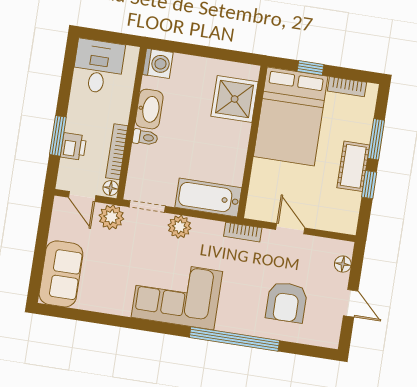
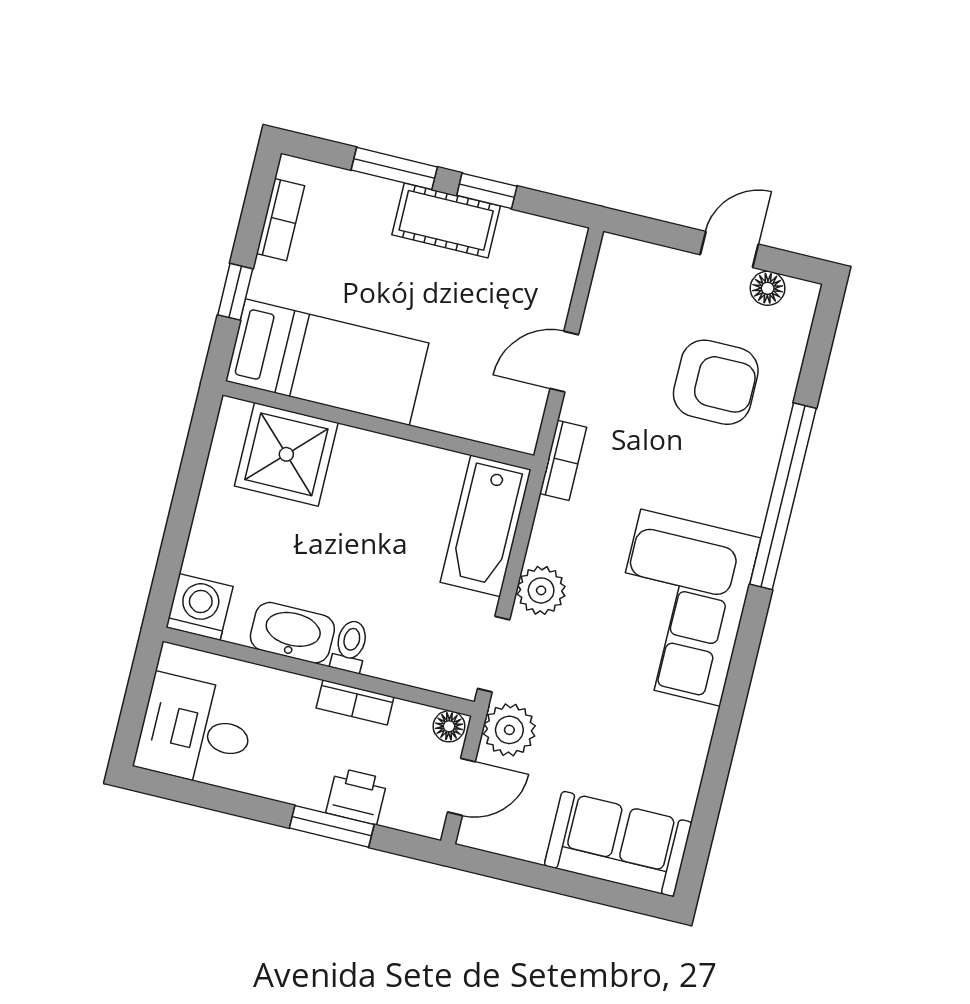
bed: (291, 116) -> (327, 362), width x0.67
bookcase: (117, 152) -> (355, 702), width x0.64
floor lamp: (343, 264) -> (768, 288), moved

